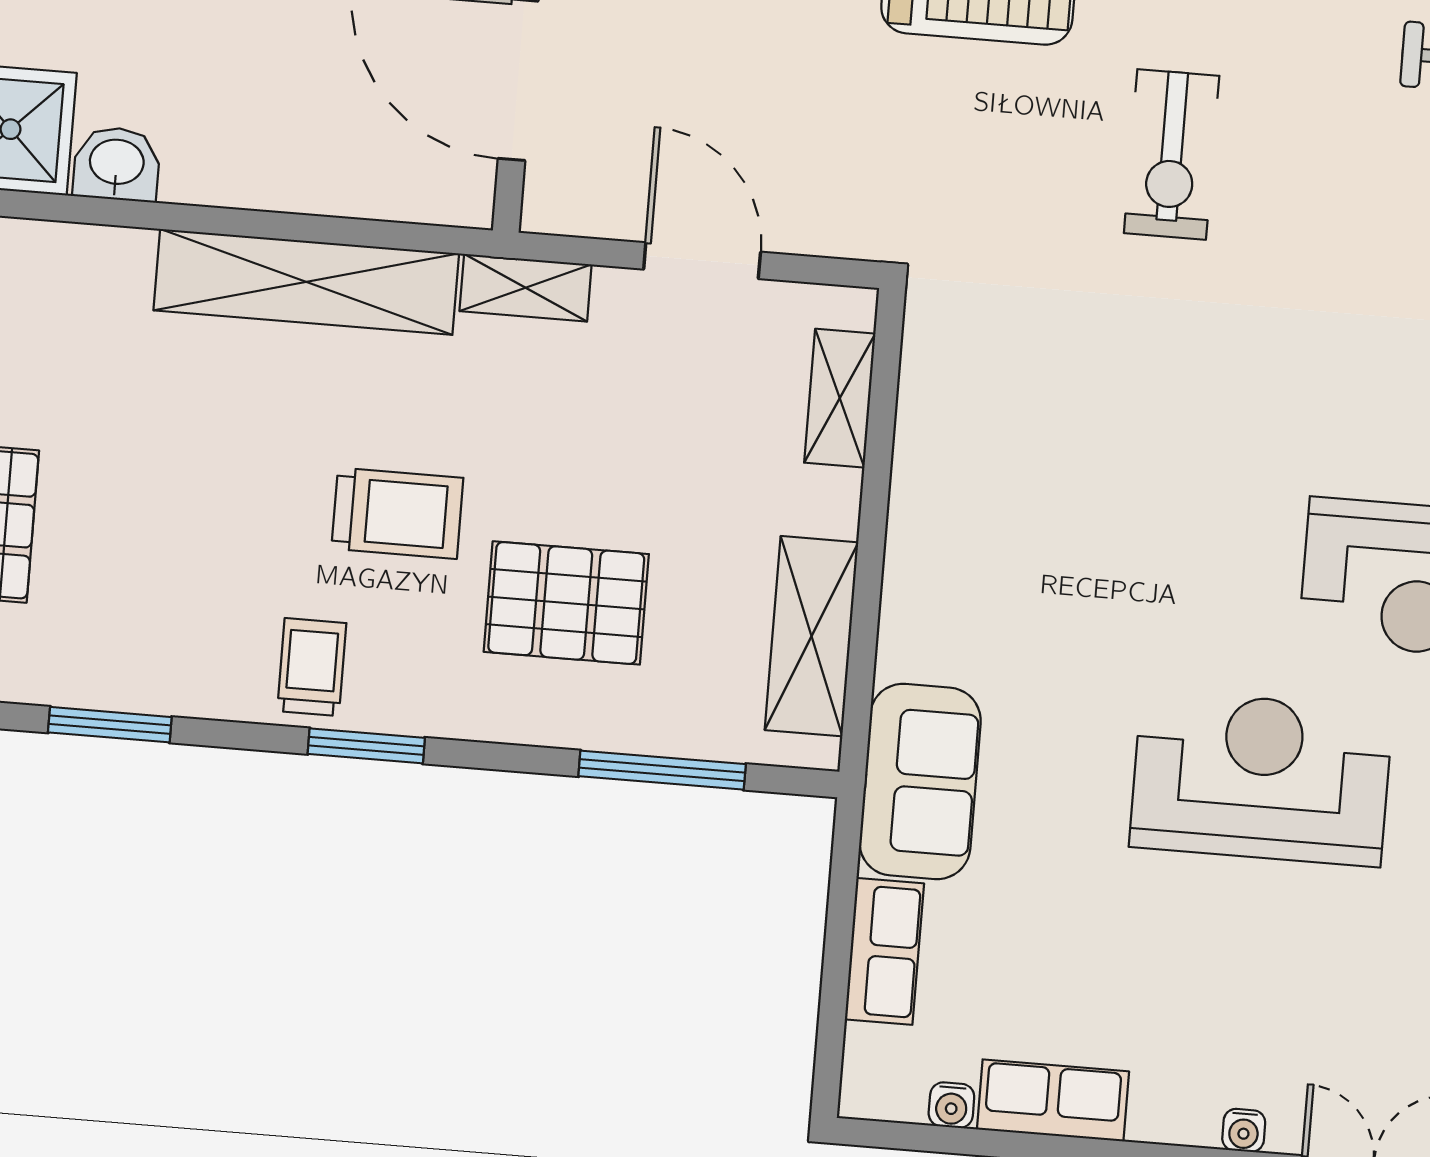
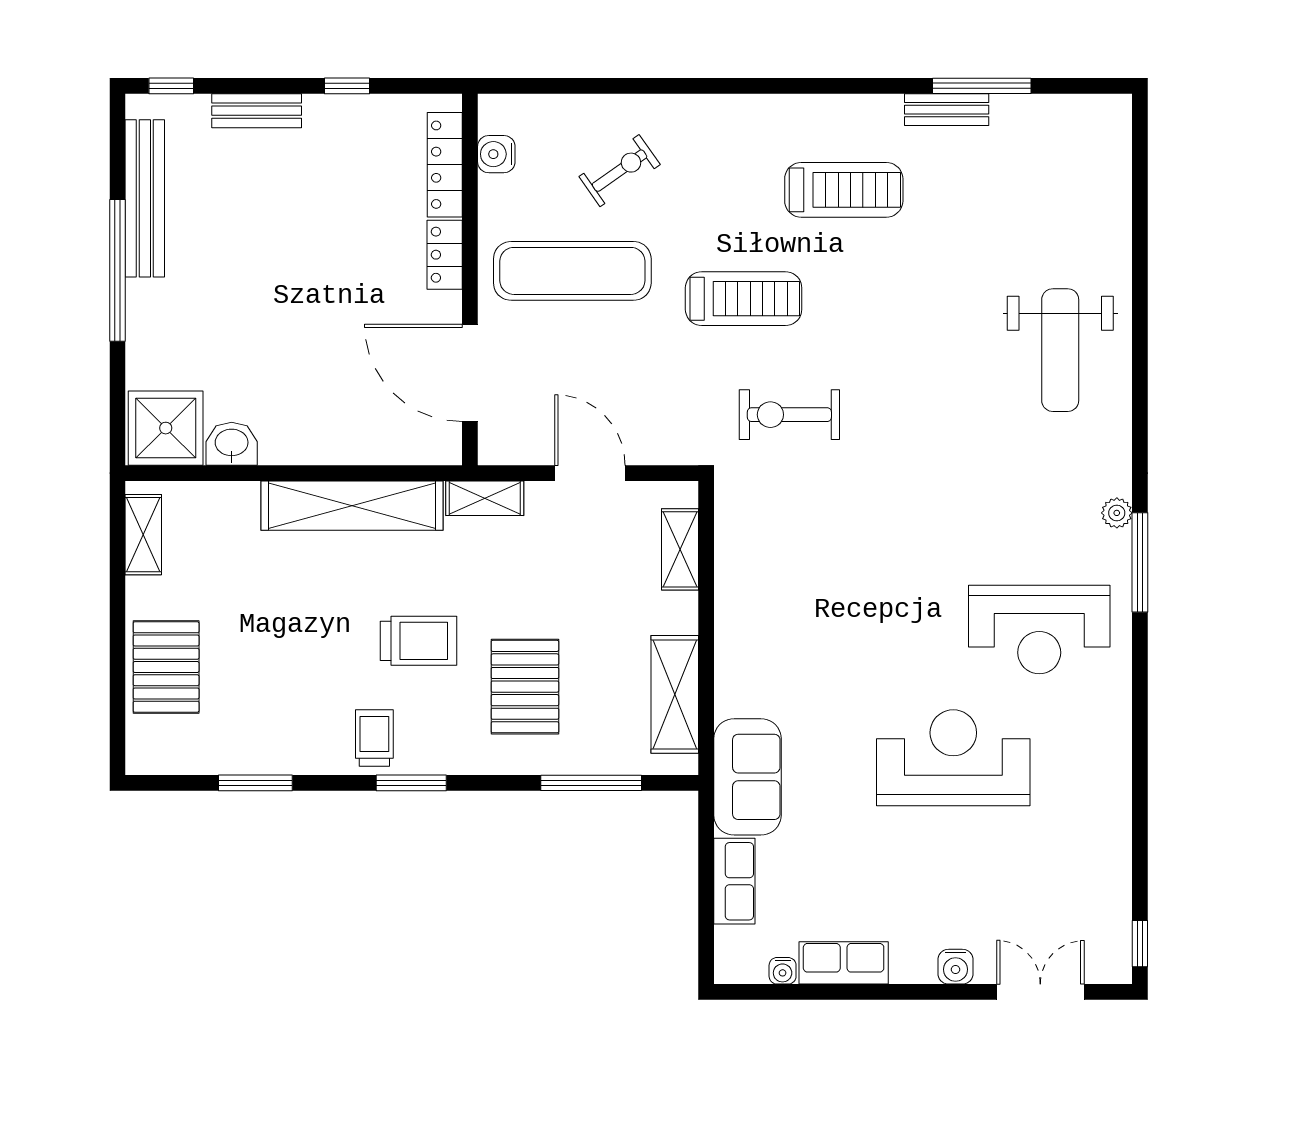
exercise bike: (1172, 154) -> (789, 415), moved, turned 90
pallet: (566, 603) -> (525, 687), turned 90
water cooler: (1244, 1130) -> (955, 967), width x1.38, depth x1.38

